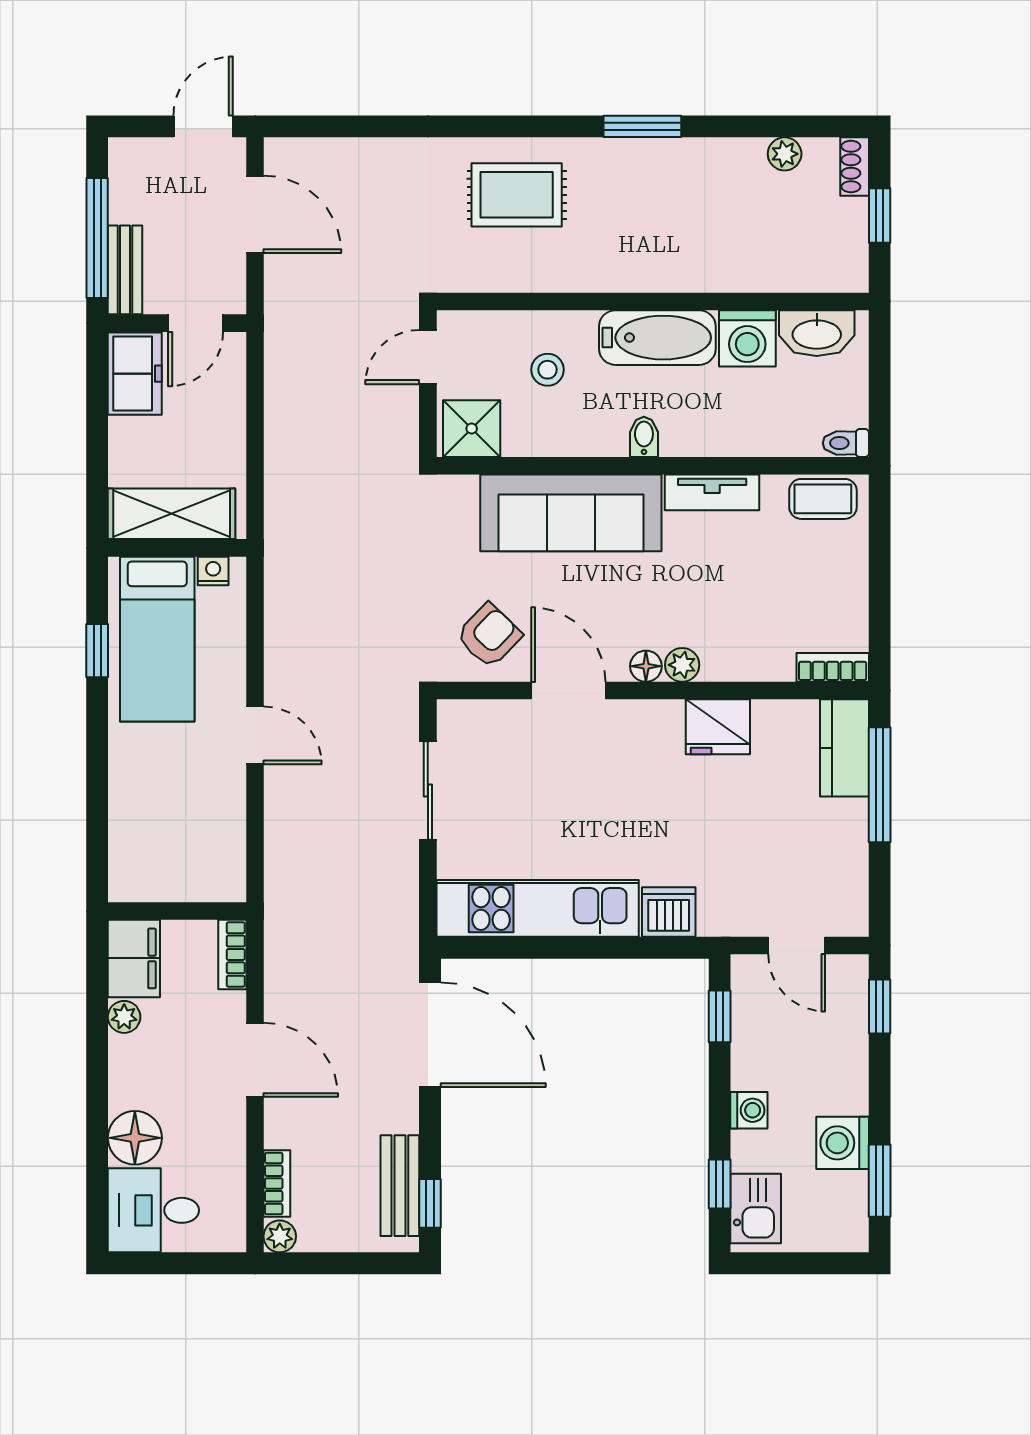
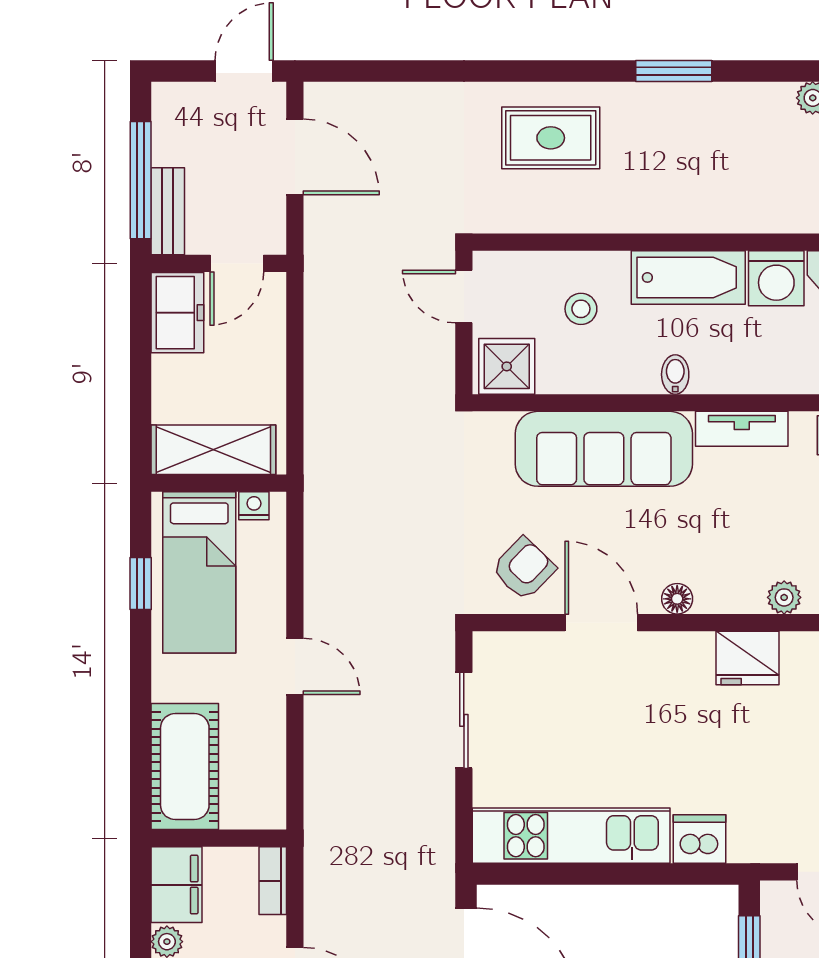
door: (428, 357) -> (464, 297), hinge flipped
plant: (682, 665) -> (784, 597), moved
cot: (142, 838) -> (185, 767), added

